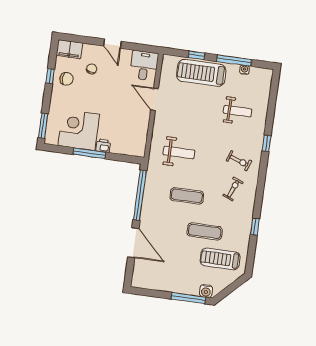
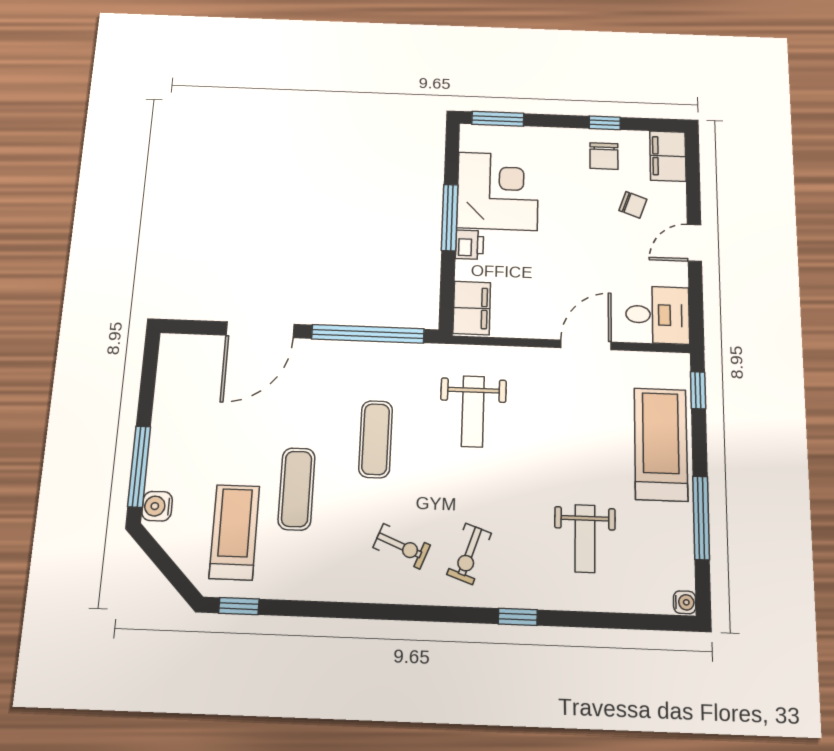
window: (197, 55) -> (698, 390), moved
water cooler: (244, 70) -> (685, 602), moved
filing cabinet: (133, 148) -> (472, 308), added
window: (255, 227) -> (239, 606), moved

